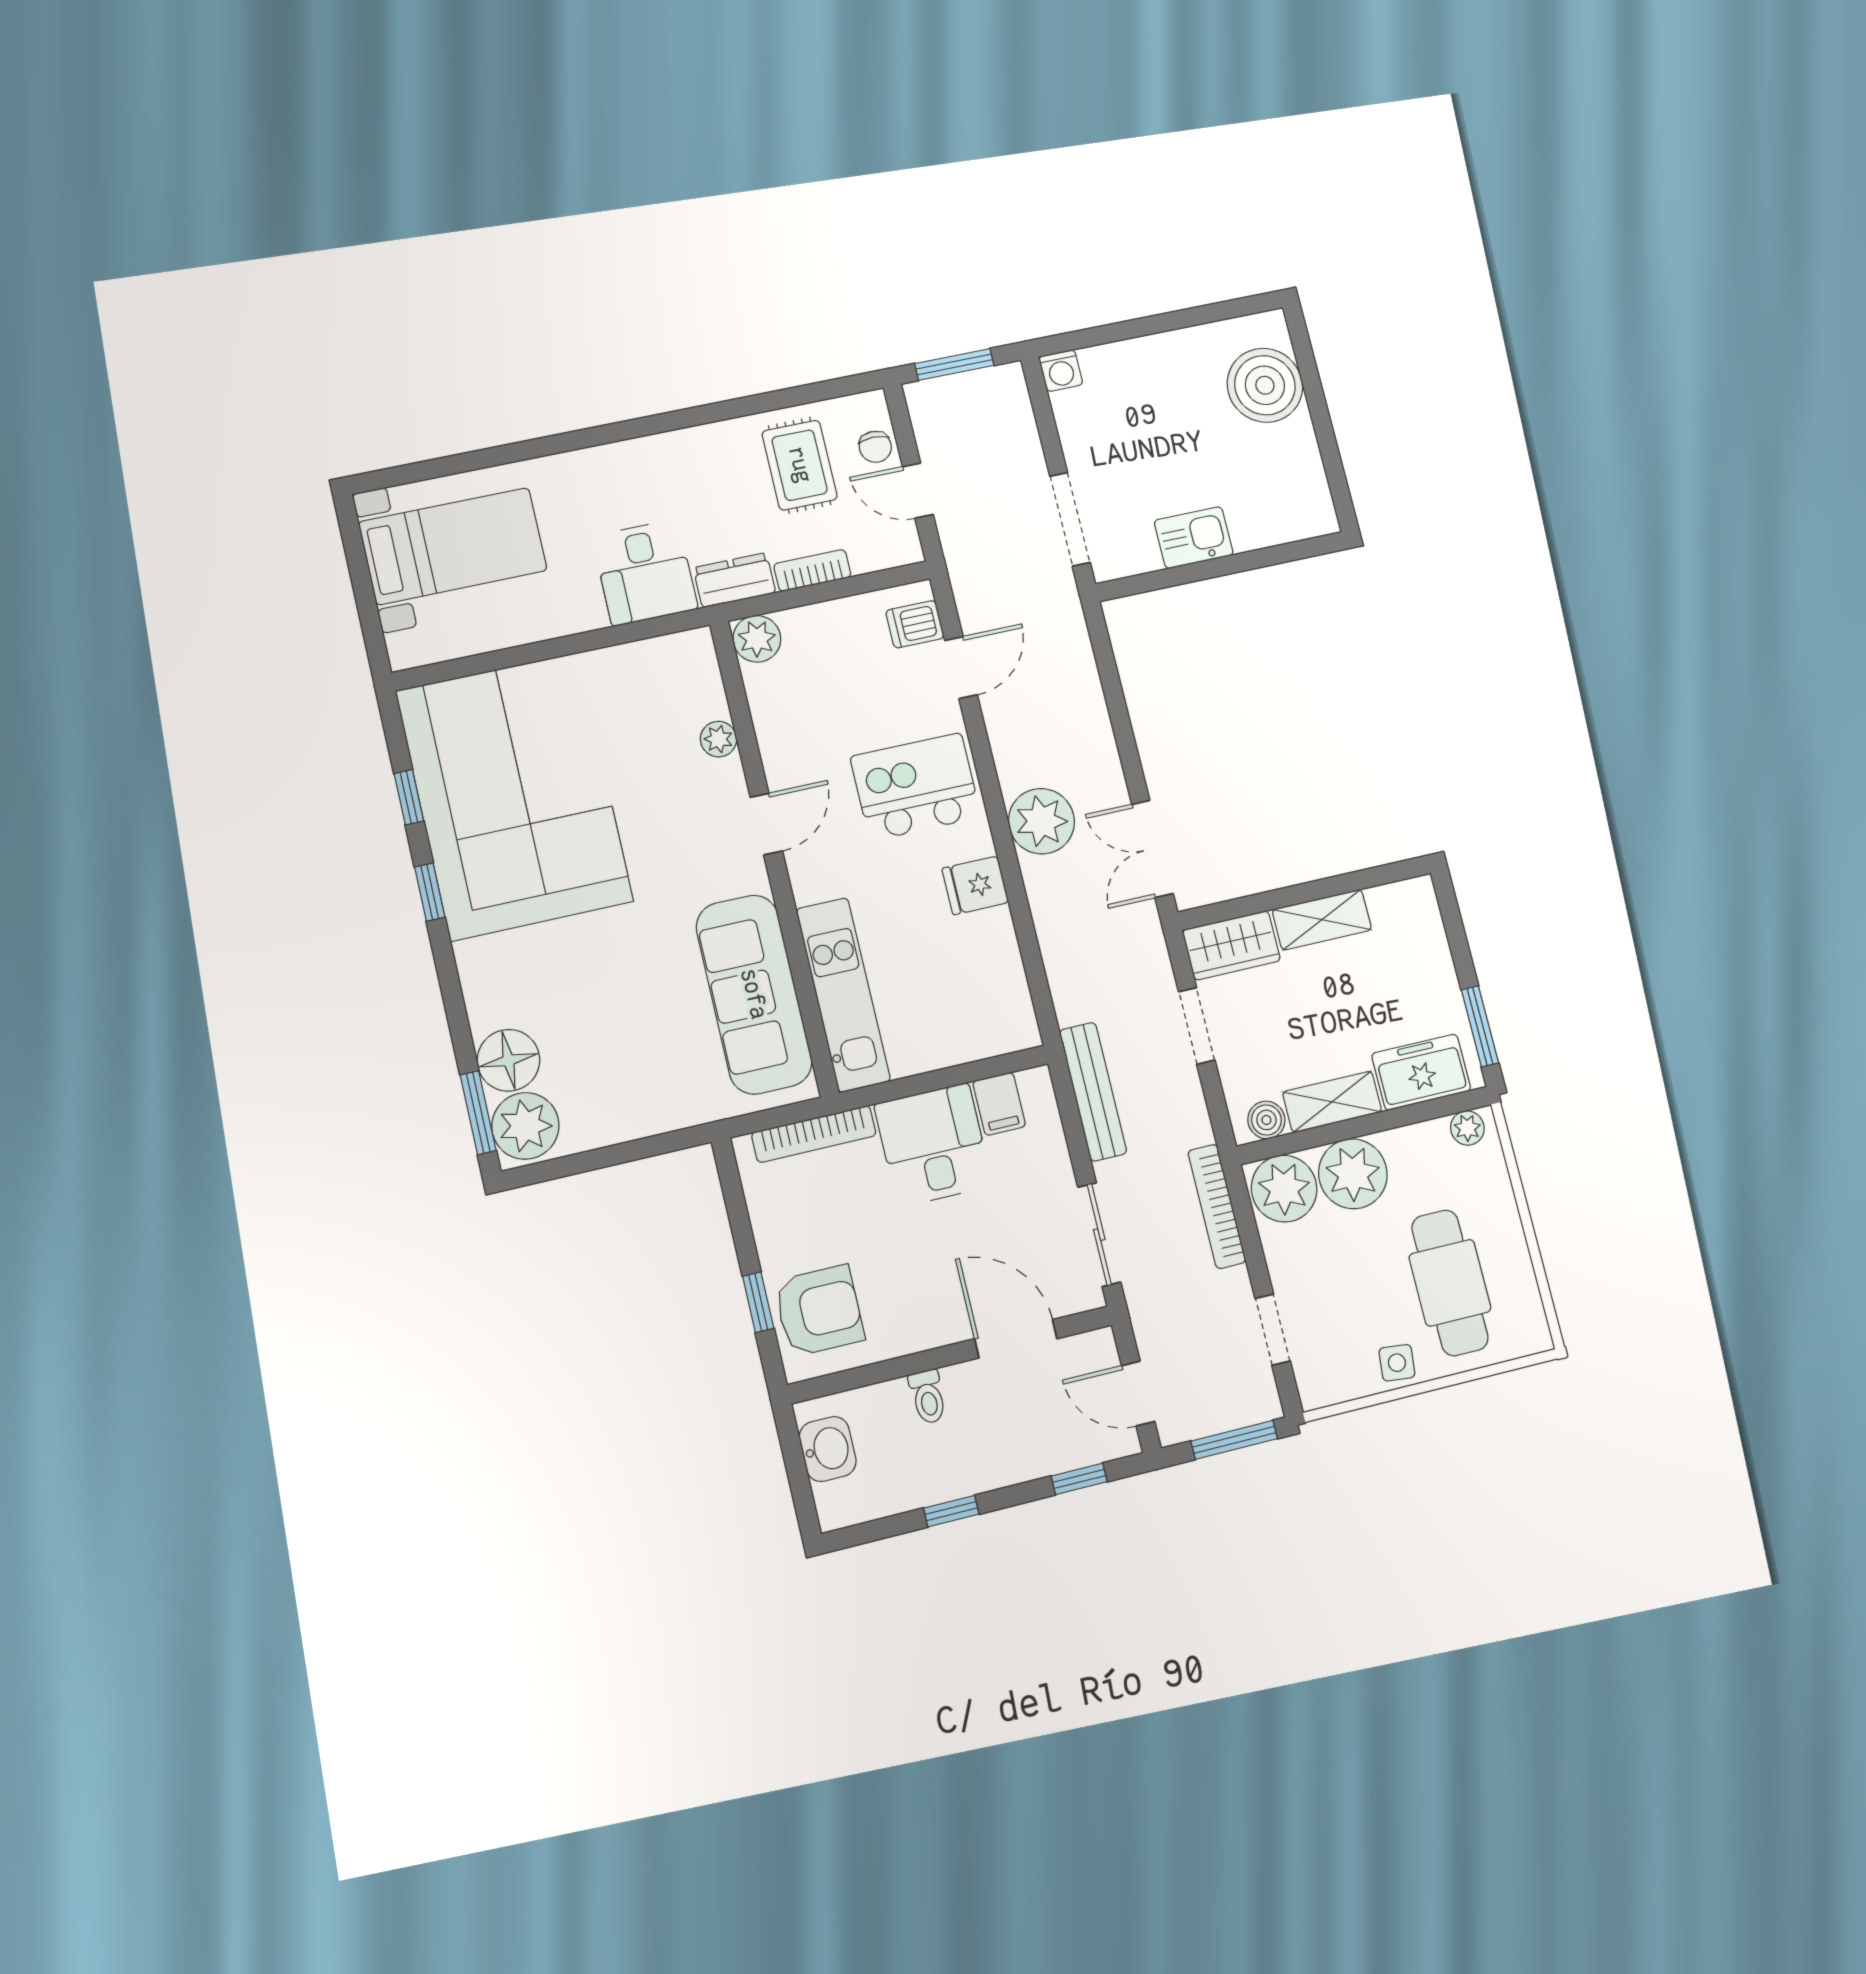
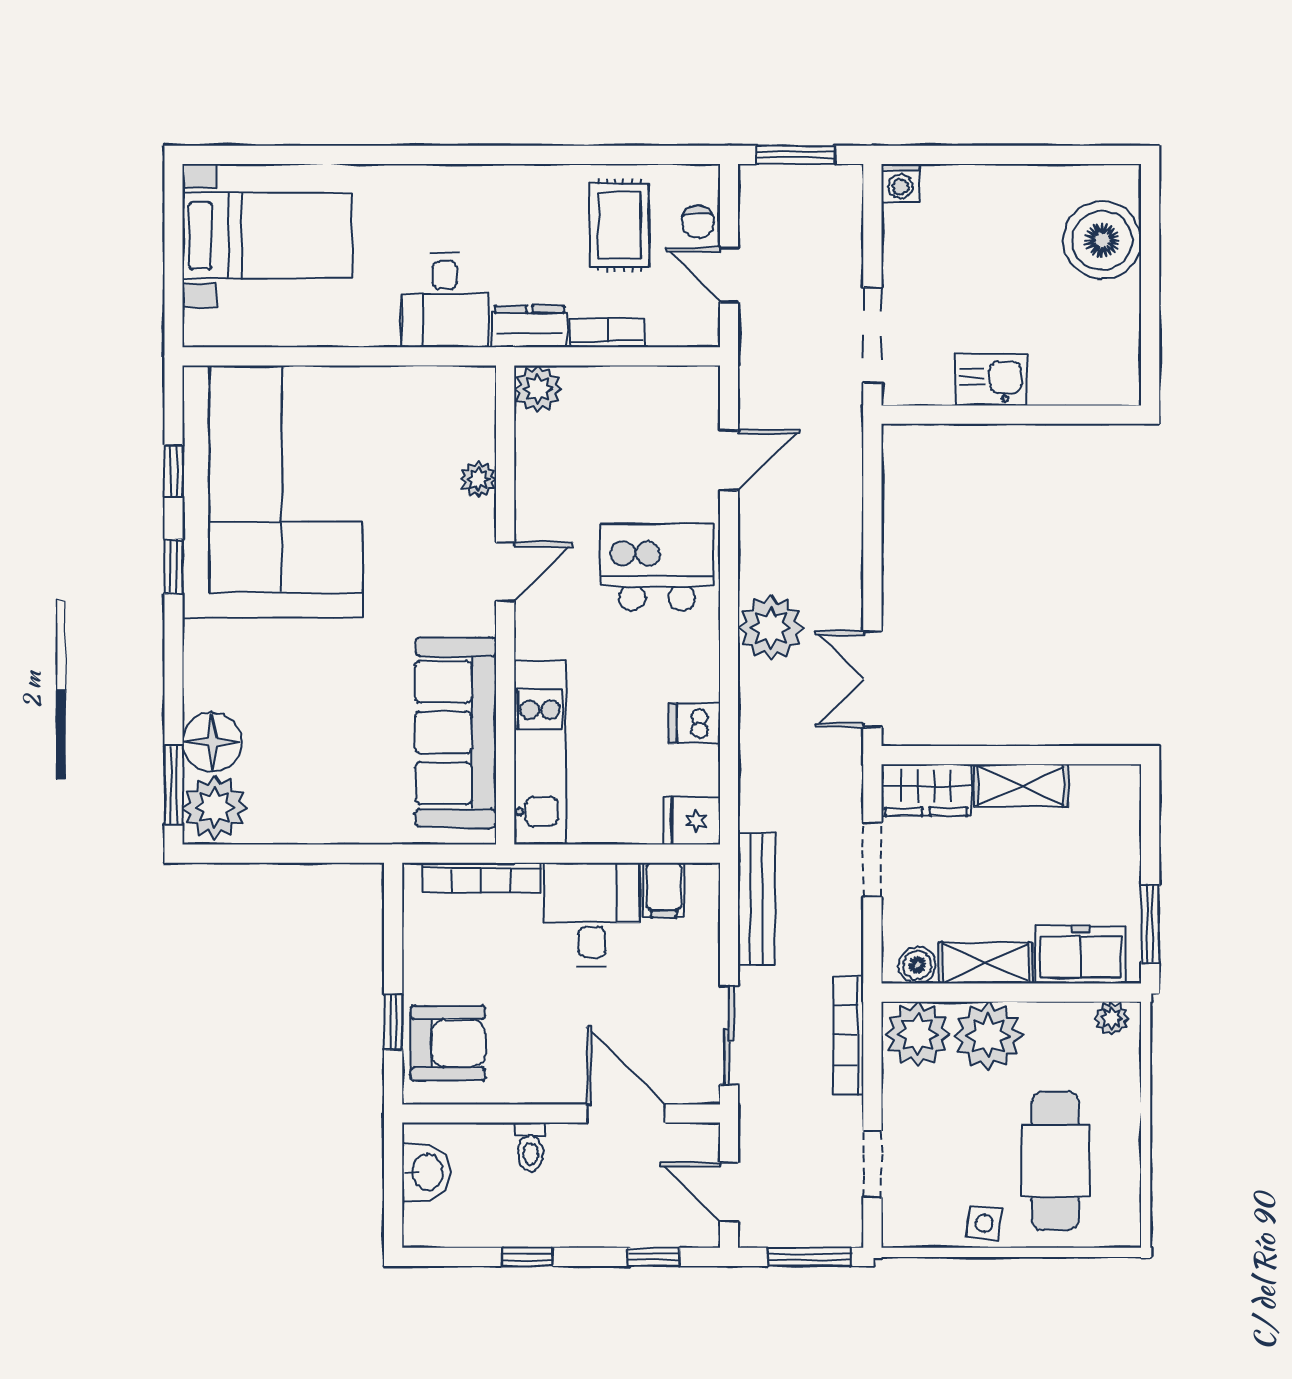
dishwasher: (915, 624) -> (694, 723), moved
fridge: (975, 885) -> (692, 821), moved

